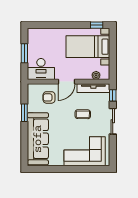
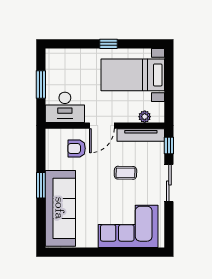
window: (97, 25) -> (109, 44), moved
window: (24, 113) -> (41, 185), moved

